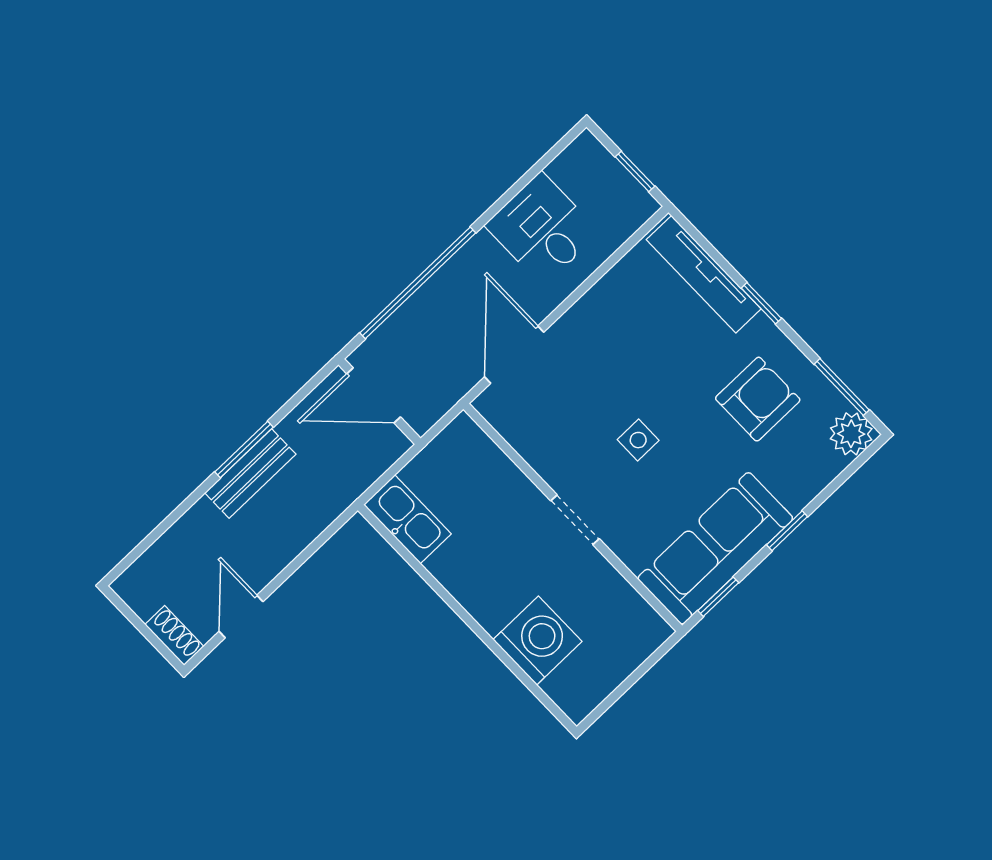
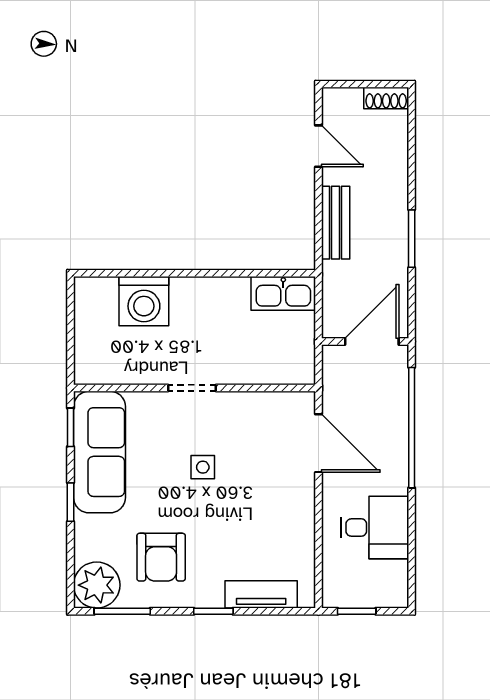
tv unit: (704, 274) -> (261, 594), width x0.71
plant: (851, 434) -> (97, 585), width x1.36, depth x1.36
bench: (250, 473) -> (336, 223), moved
shoe rack: (174, 636) -> (386, 98), moved

